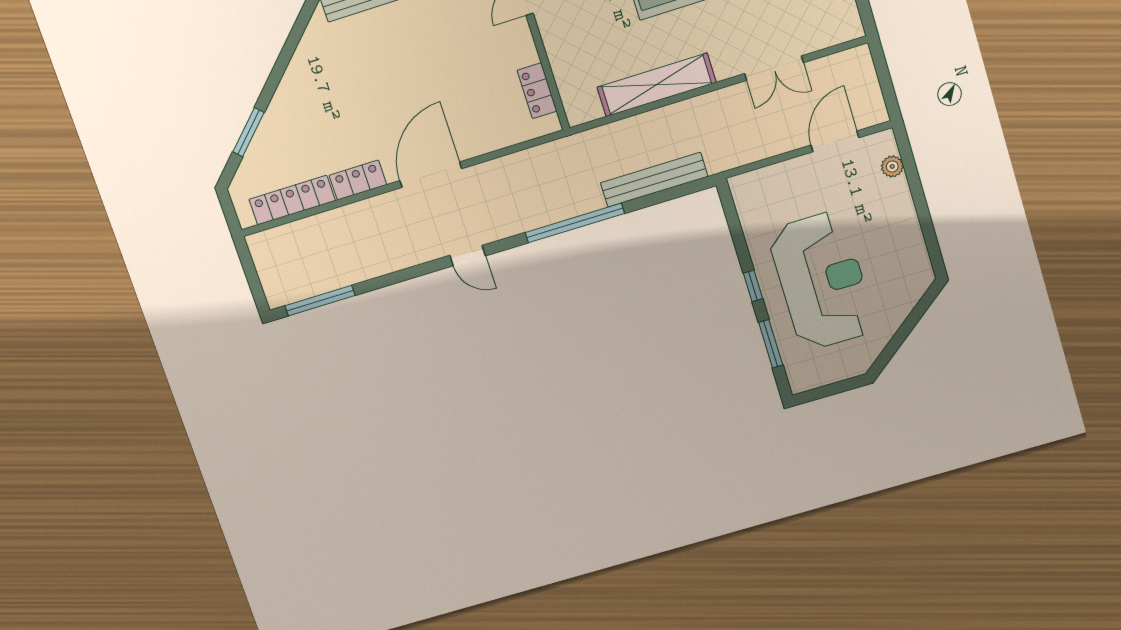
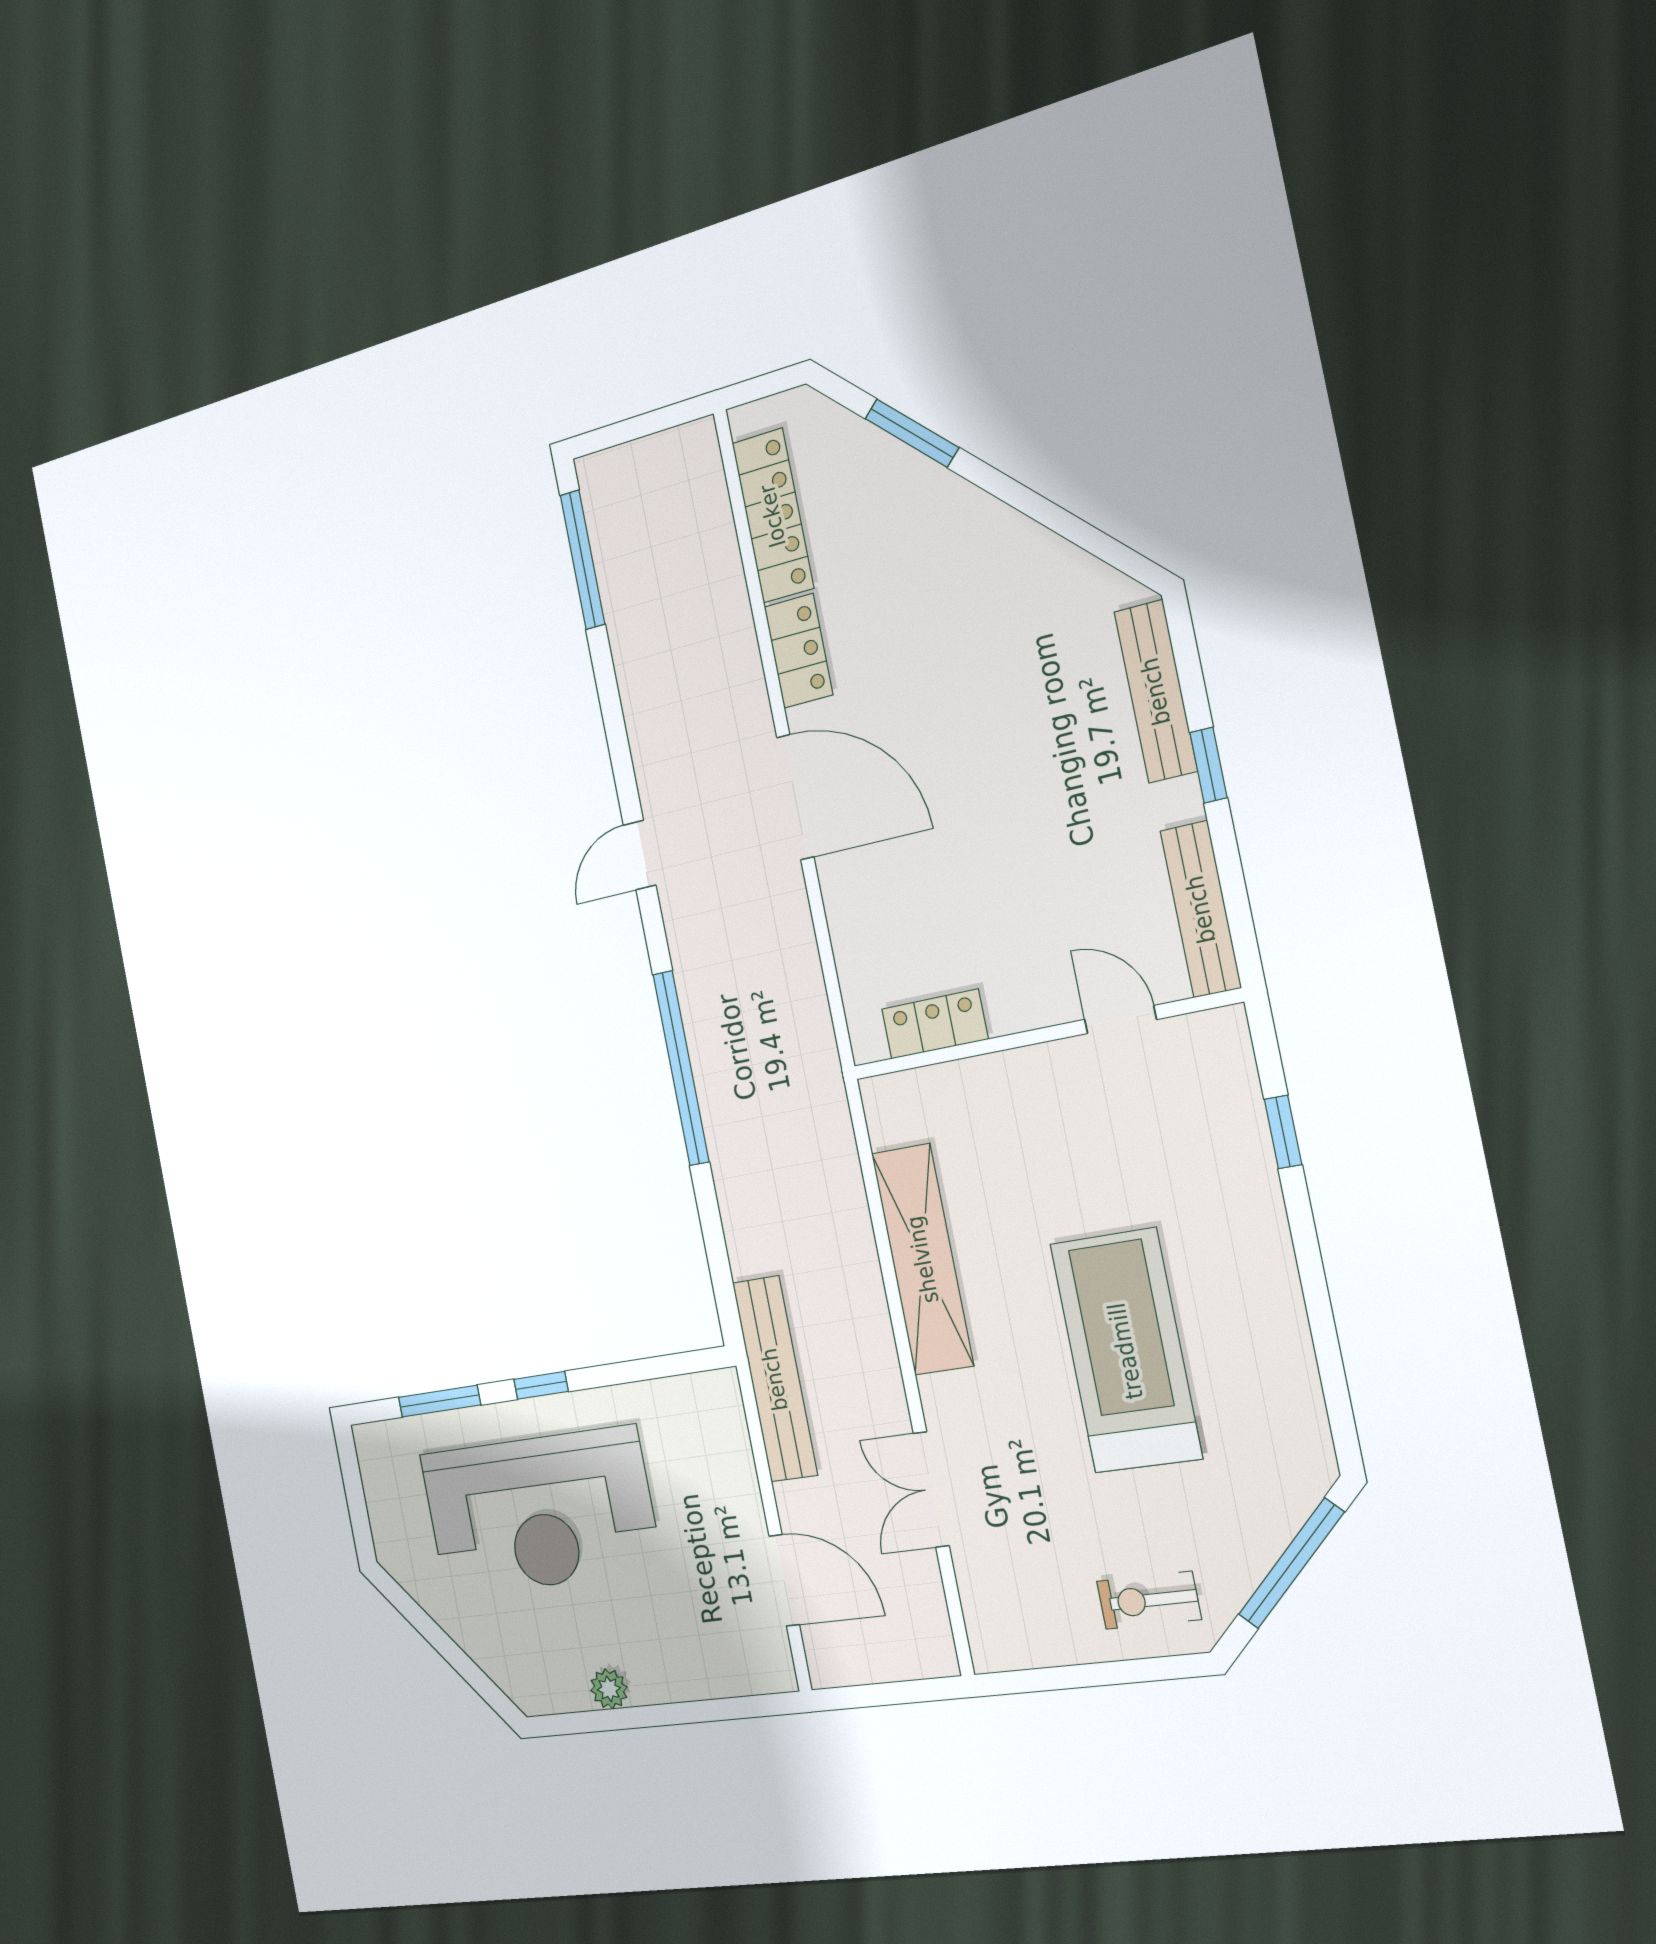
plant: (892, 166) -> (609, 1689), moved
bench: (654, 180) -> (775, 1379), moved

